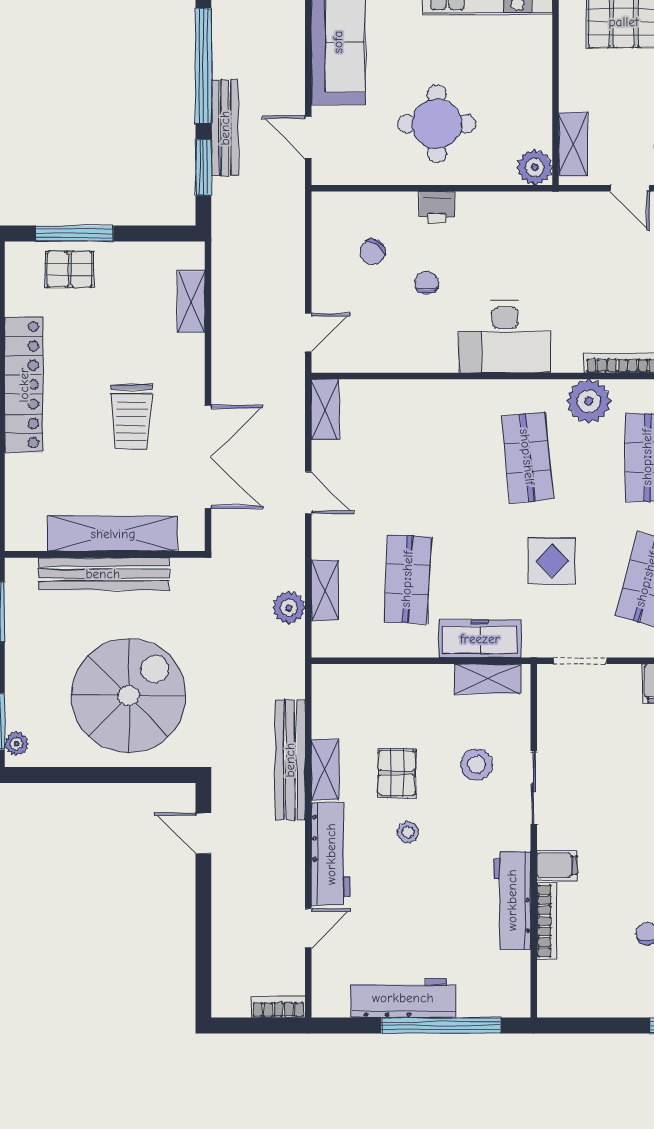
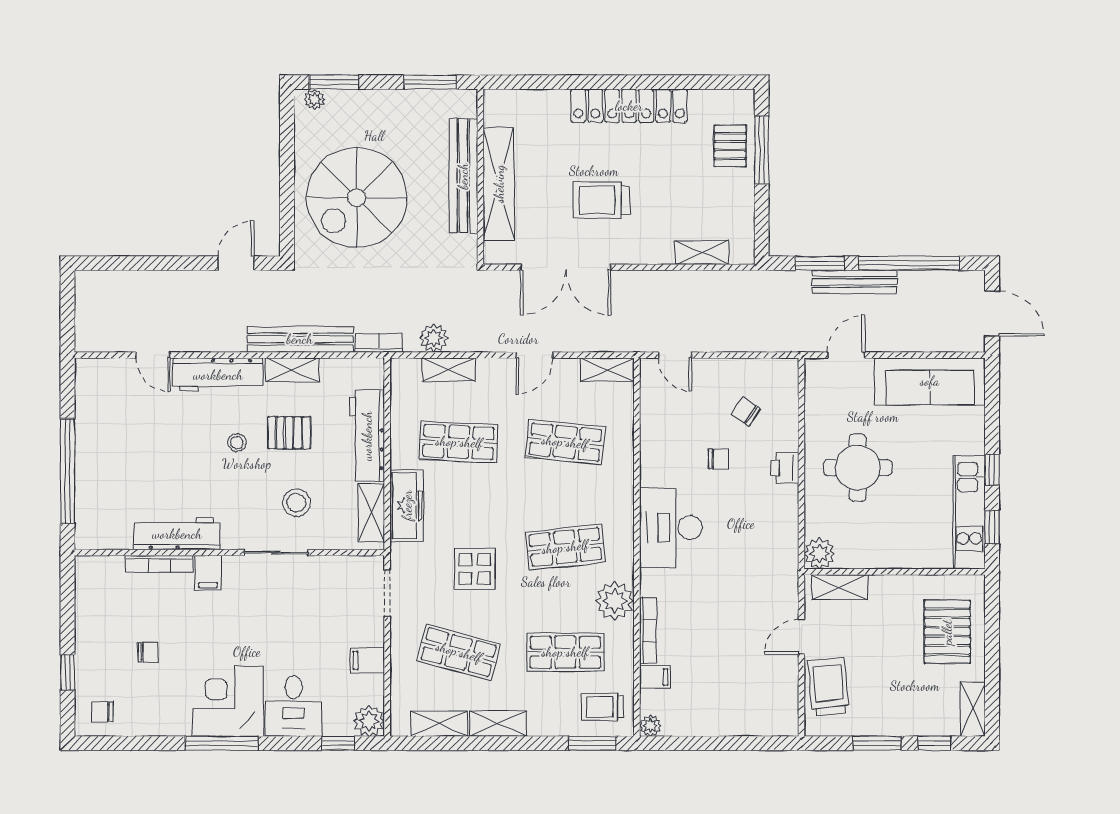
shop shelf: (407, 457) -> (565, 442), added
spiral stairs: (129, 696) -> (357, 198), turned 90
workbench: (403, 998) -> (367, 436), moved, turned 180
bookcase: (278, 1007) -> (379, 343), moved, turned -90

